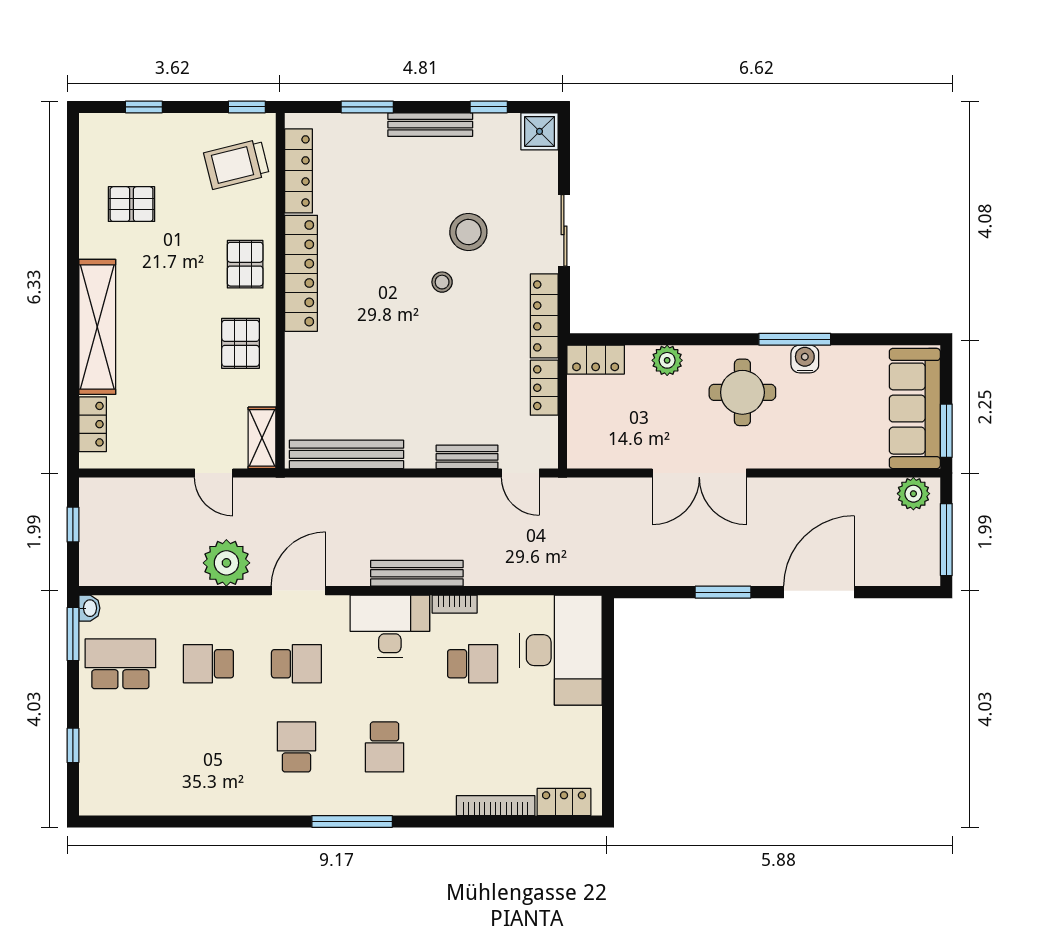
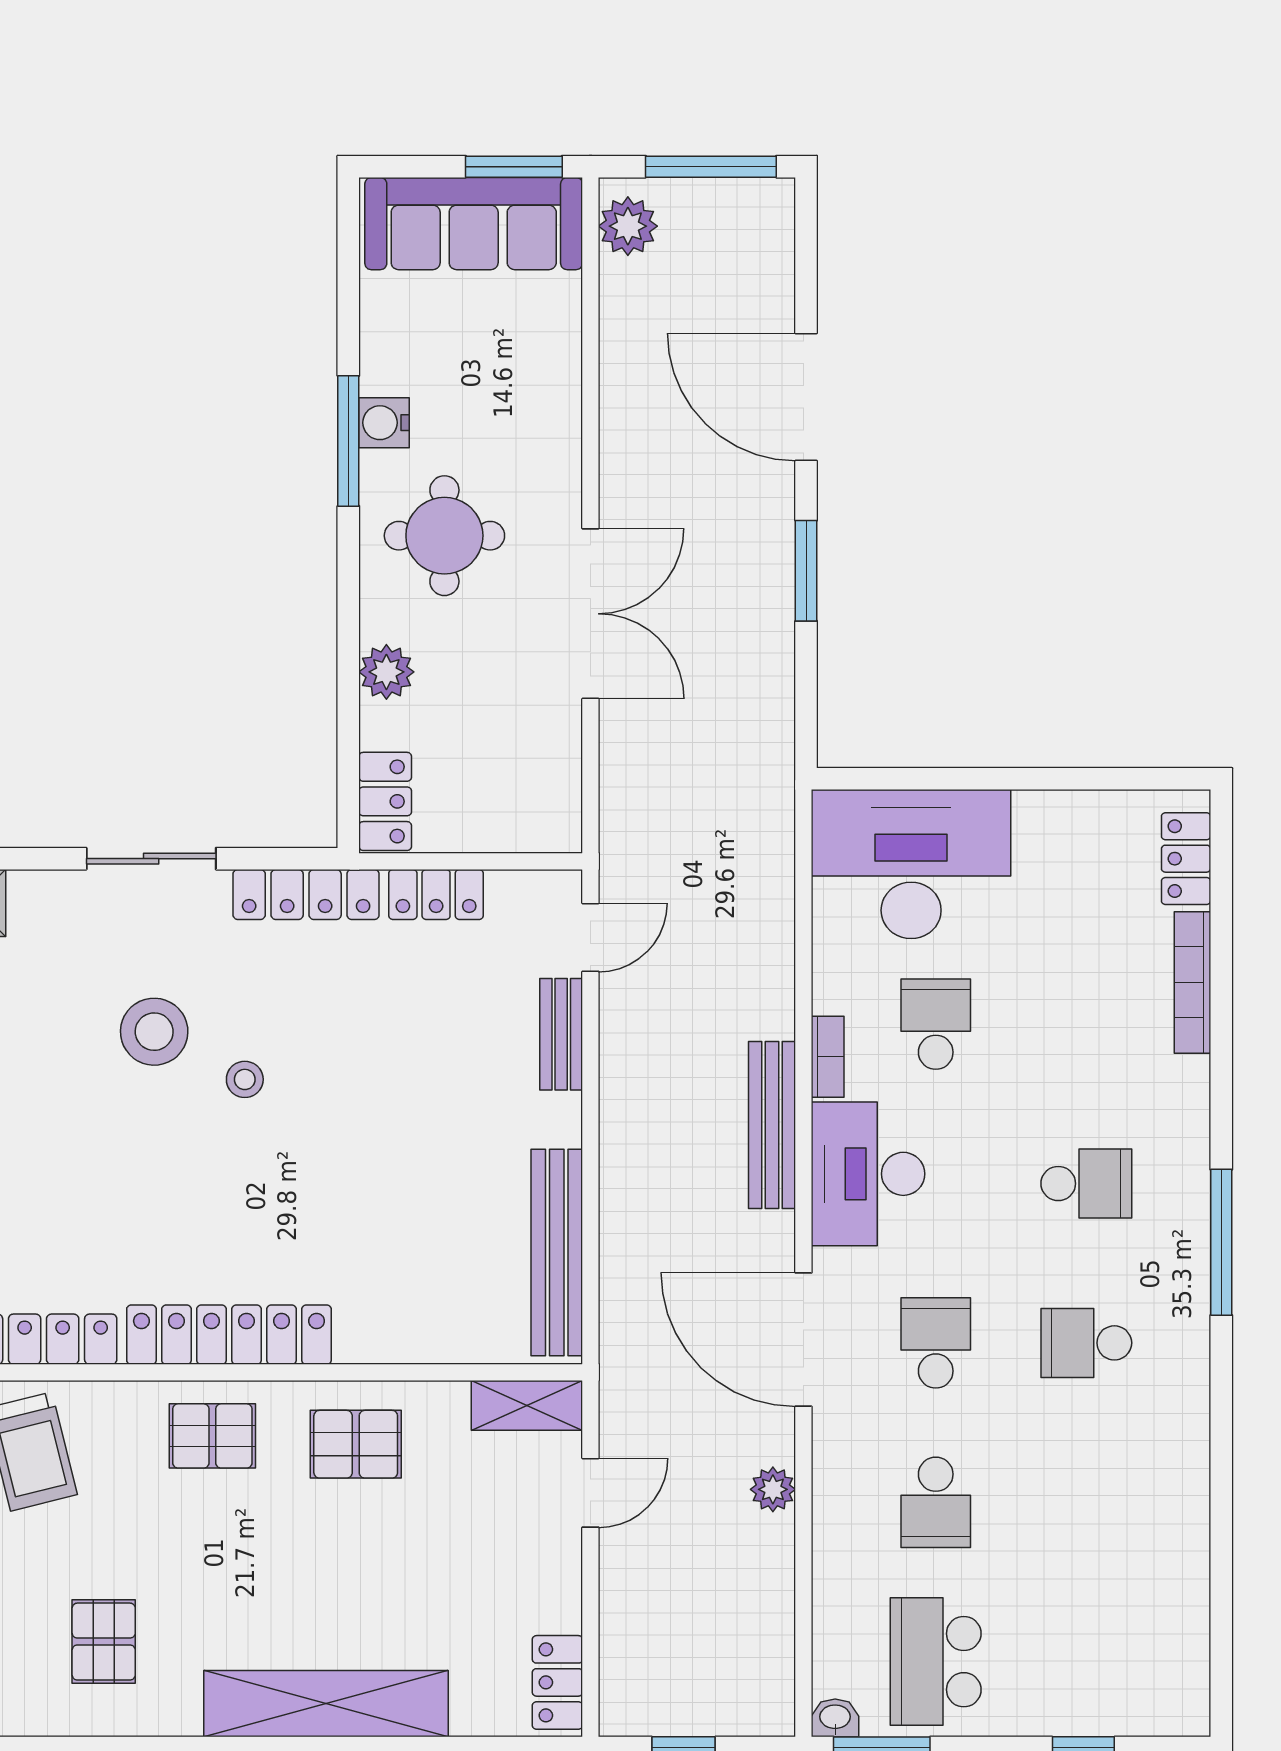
locker: (93, 424) -> (557, 1682), moved, turned -90
plant: (226, 563) -> (773, 1489), width x0.53, depth x0.53
door: (298, 591) -> (803, 1340), width x1.36

